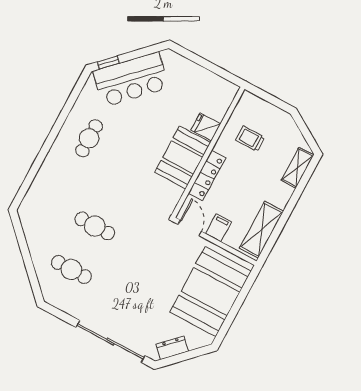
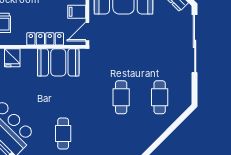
cafe table: (89, 138) -> (63, 134), turned 90
booth: (183, 157) -> (58, 62), moved

